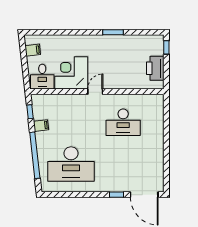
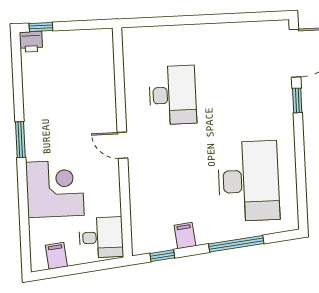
window: (113, 32) -> (20, 140), moved
printer: (155, 68) -> (31, 42), moved, width x0.53, depth x0.68
corner desk: (71, 73) -> (55, 189), moved, turned 180
window: (35, 155) -> (236, 244), width x0.68

